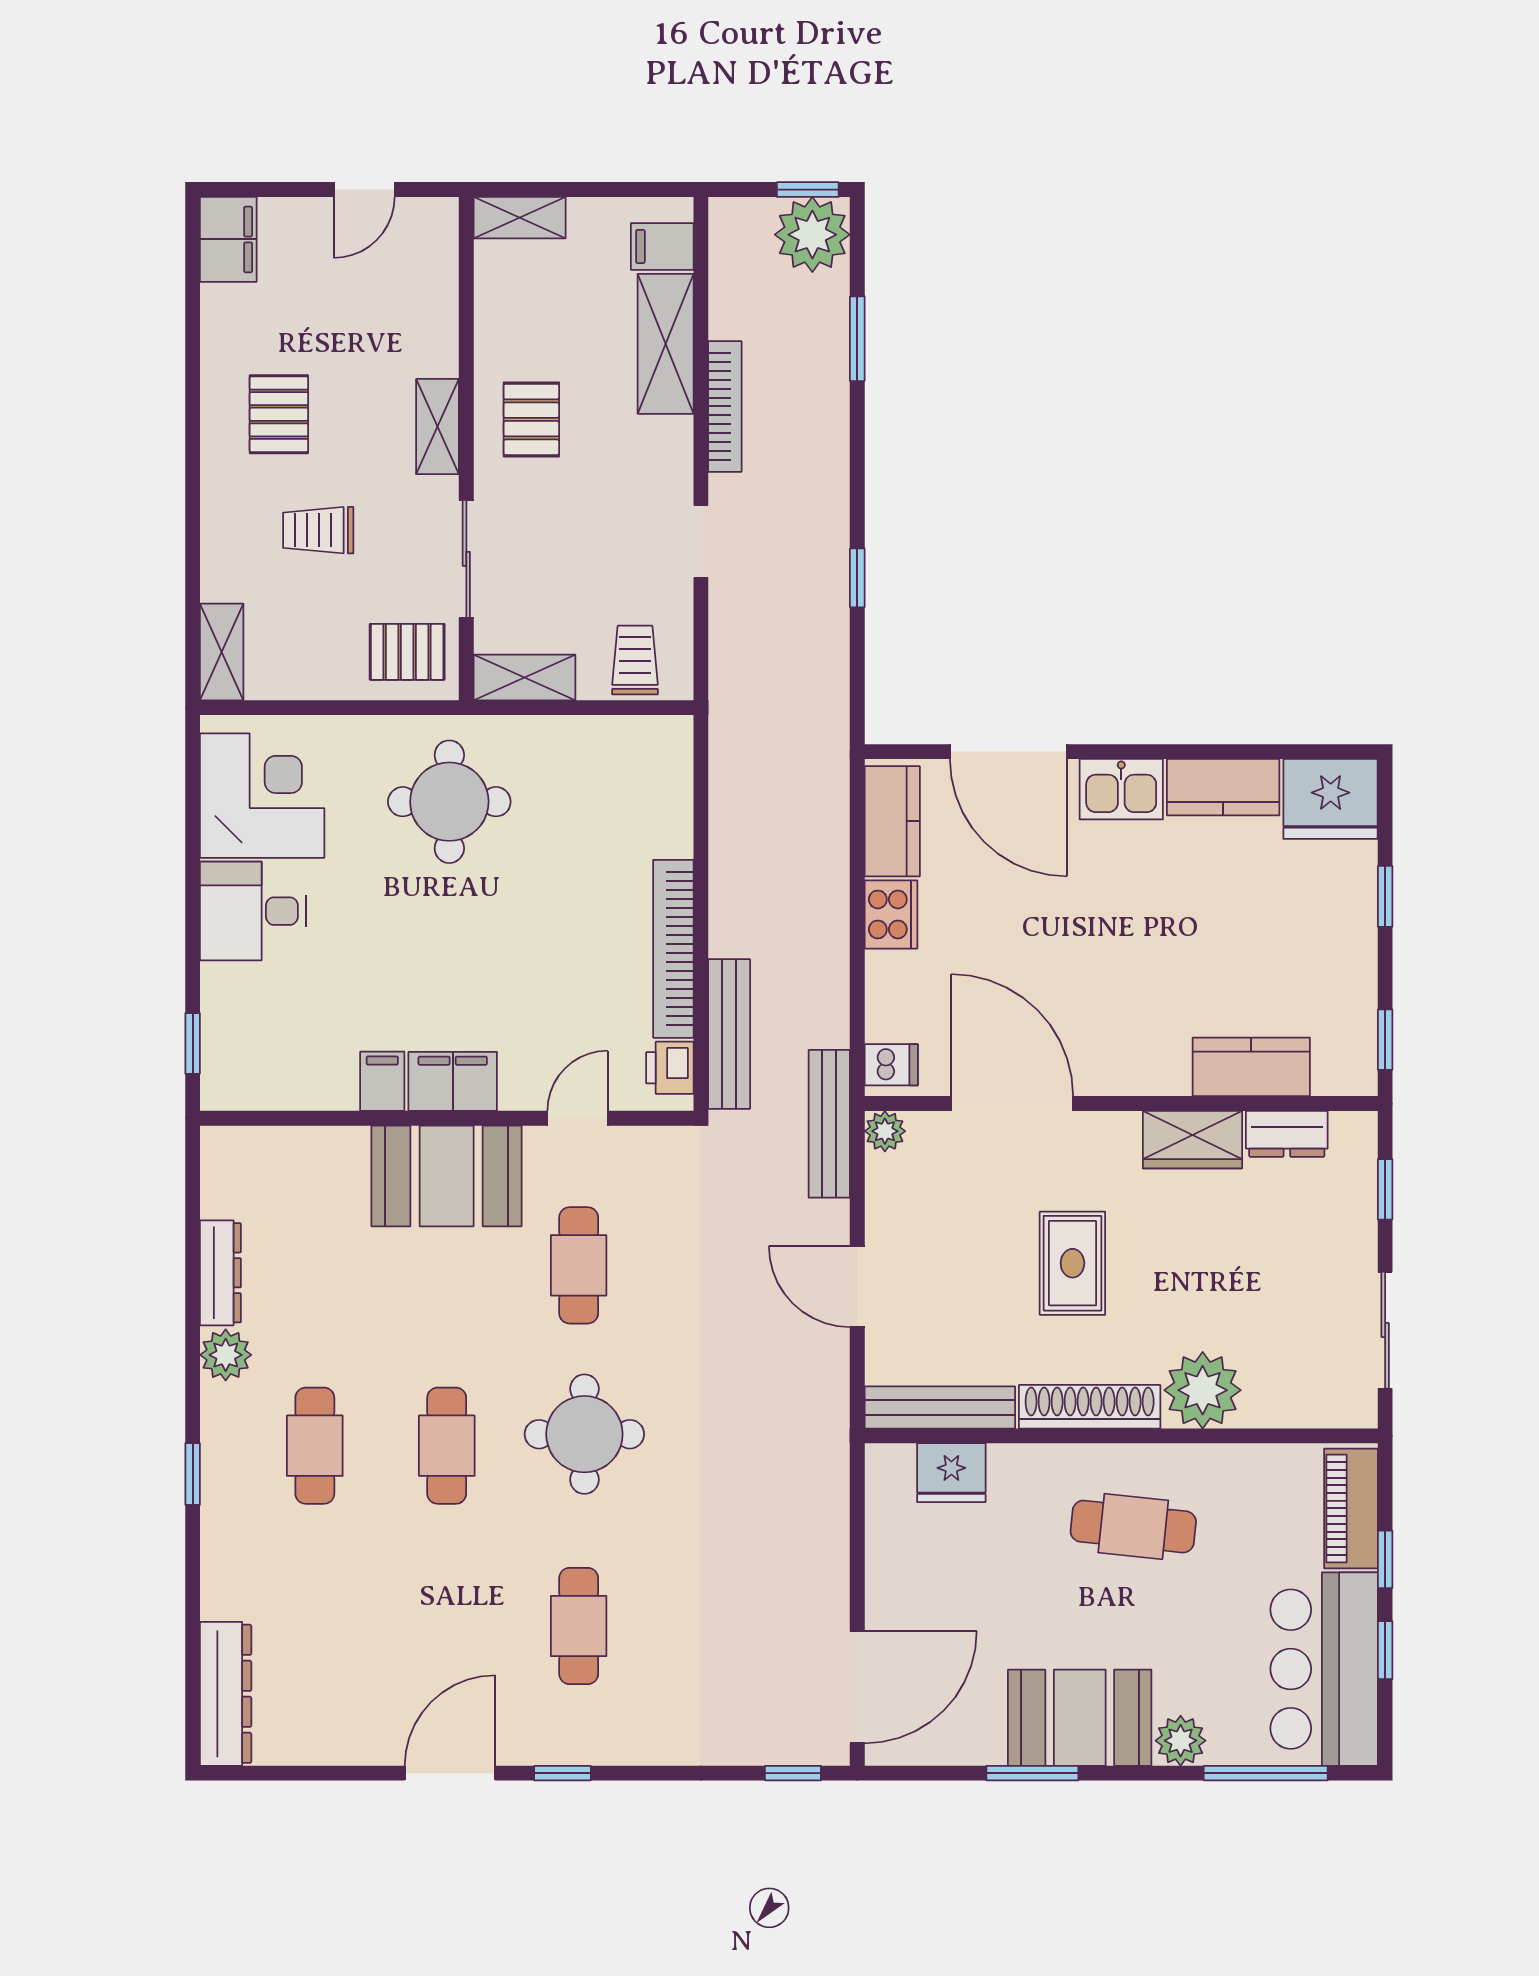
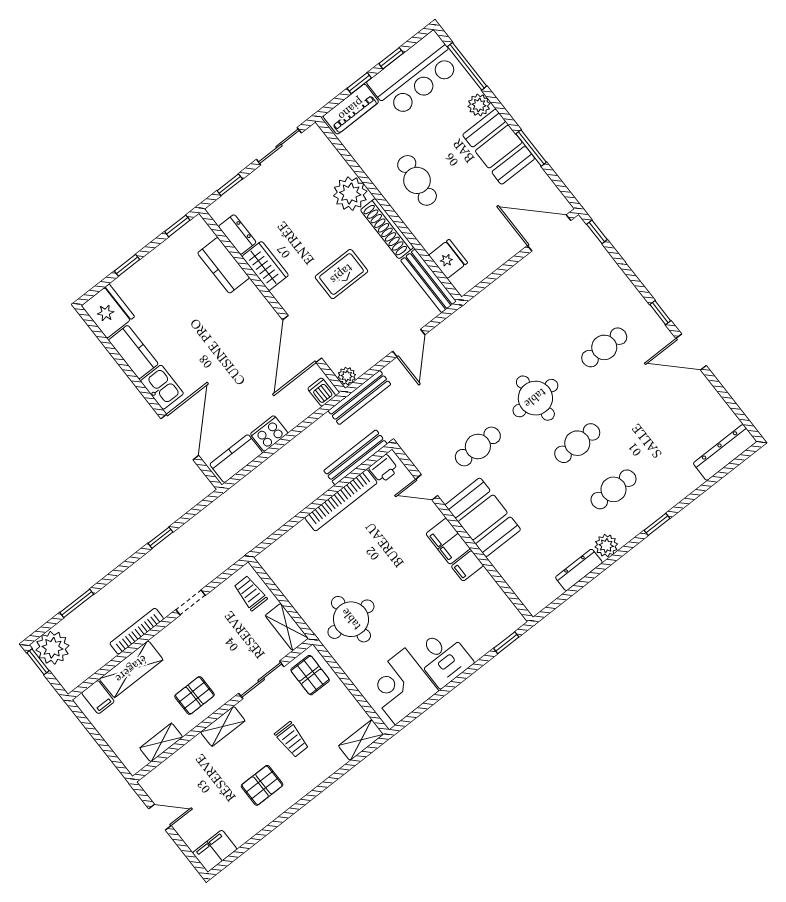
shelving: (520, 218) -> (161, 742), moved, turned 90
trolley: (635, 660) -> (250, 593), turned 90

